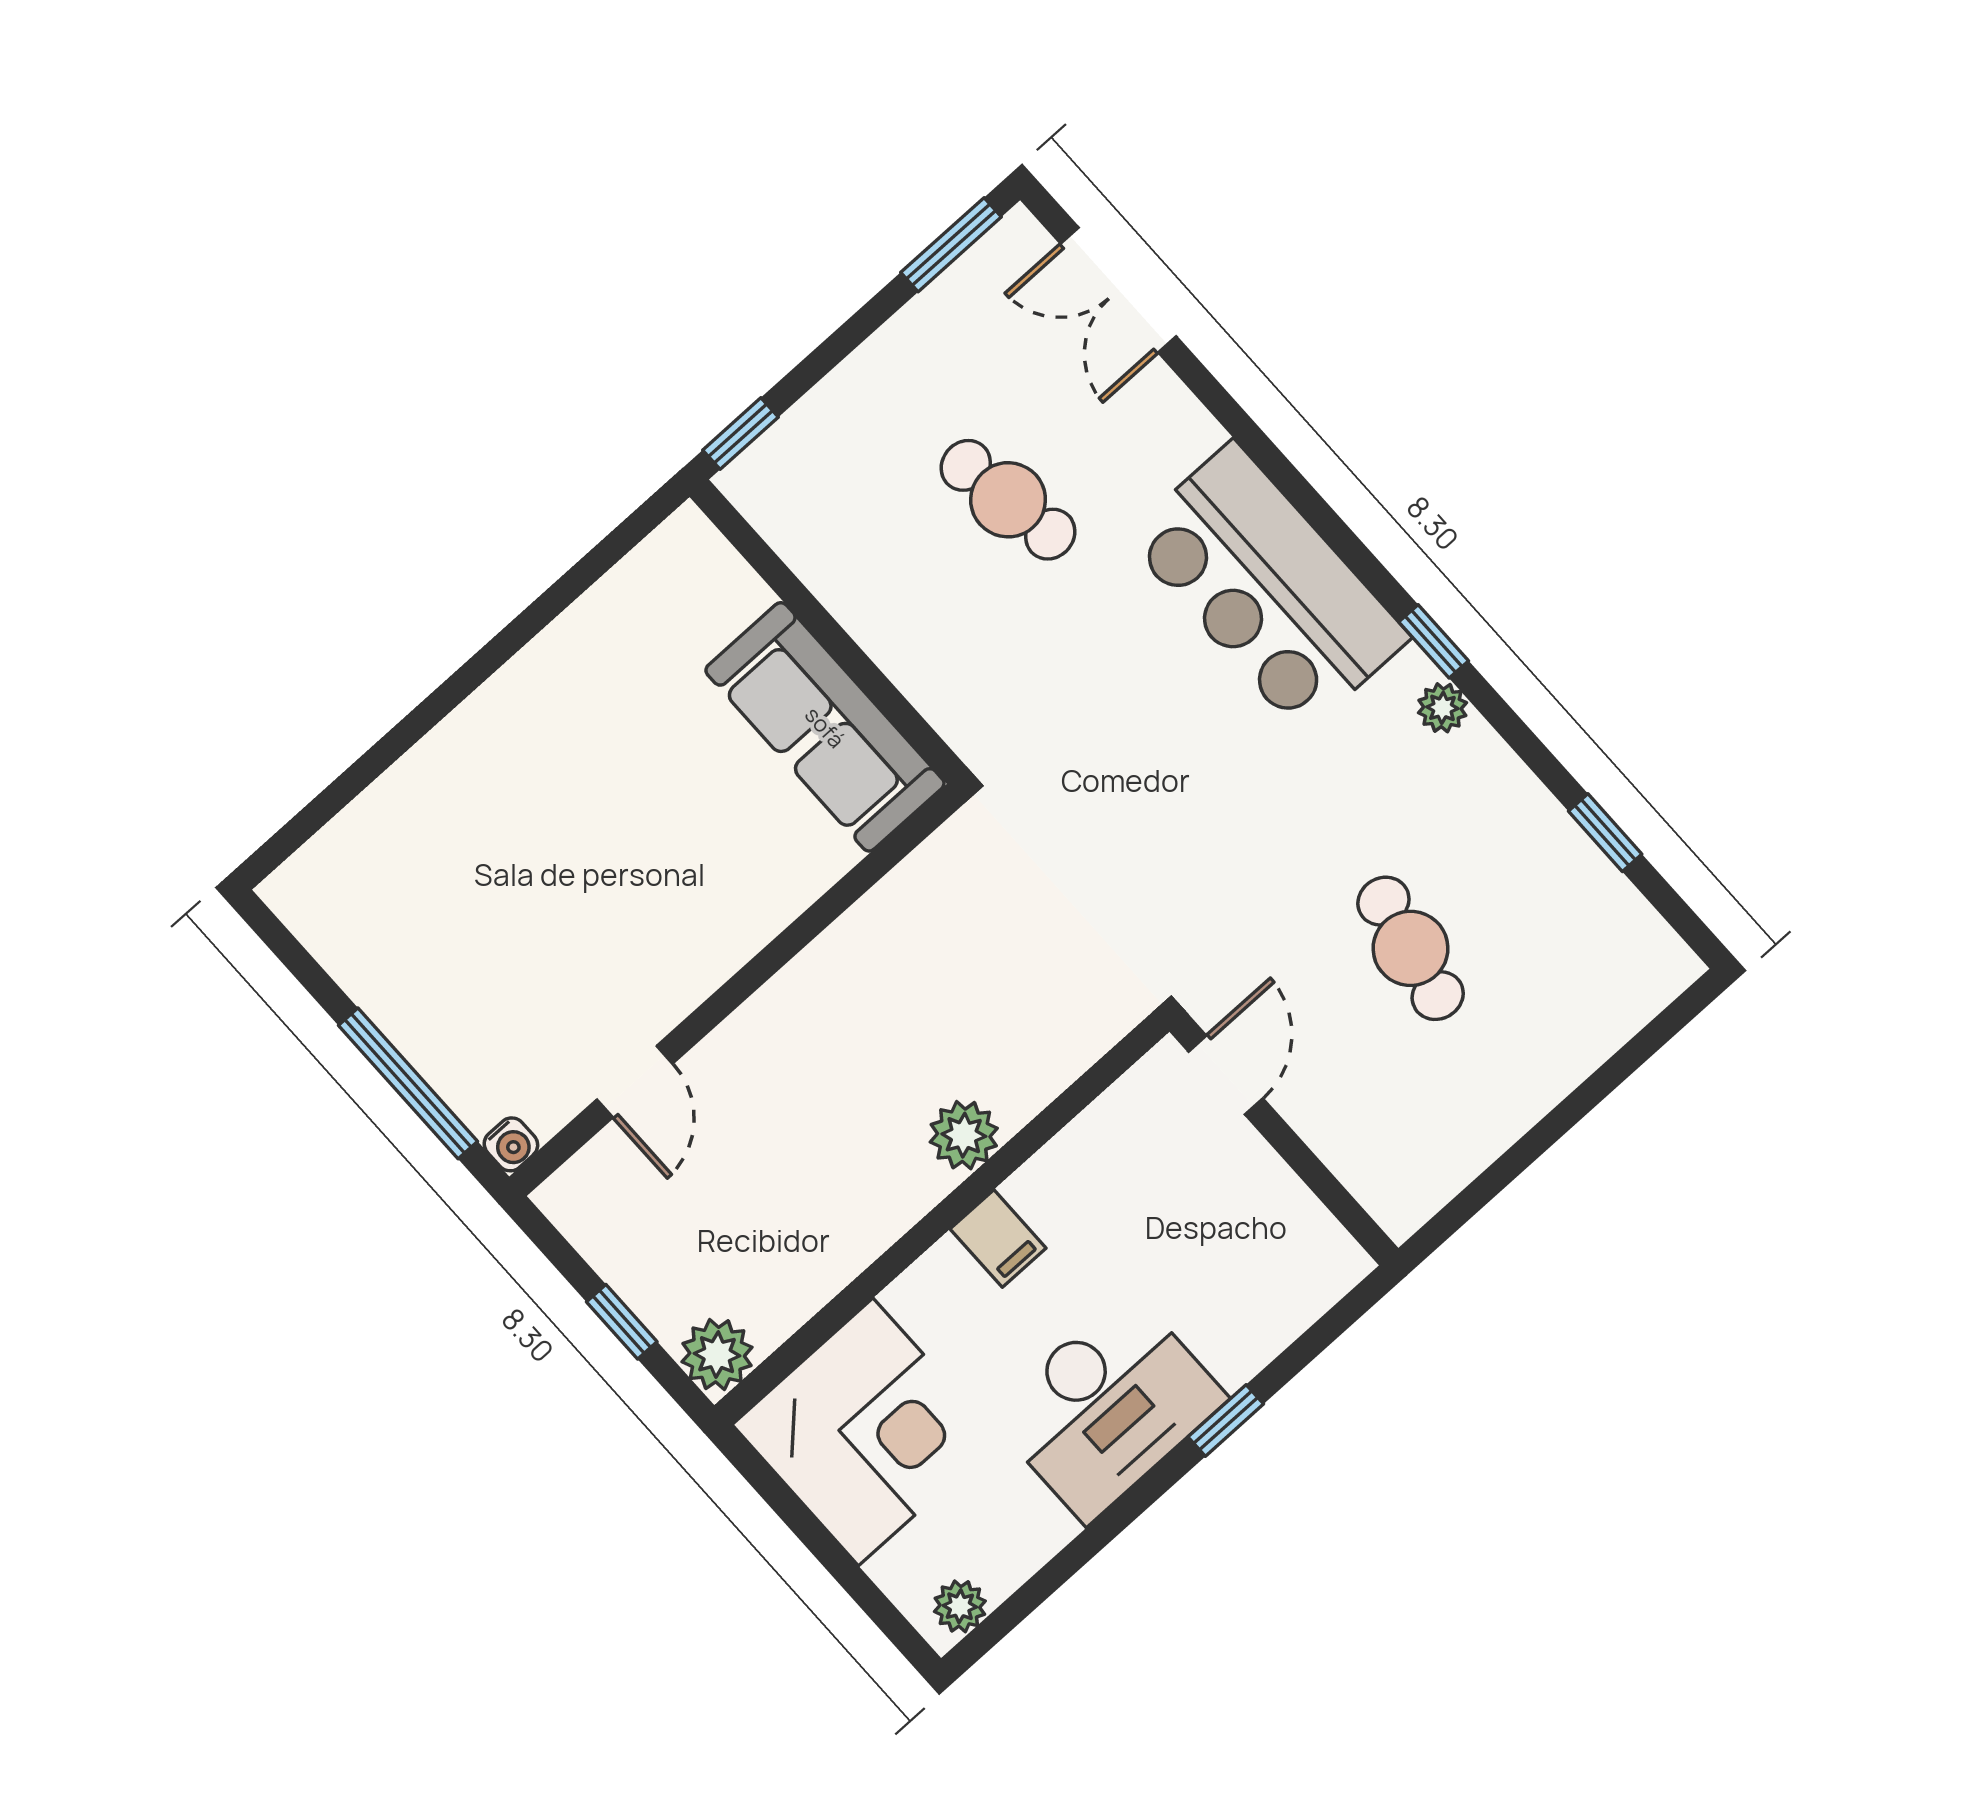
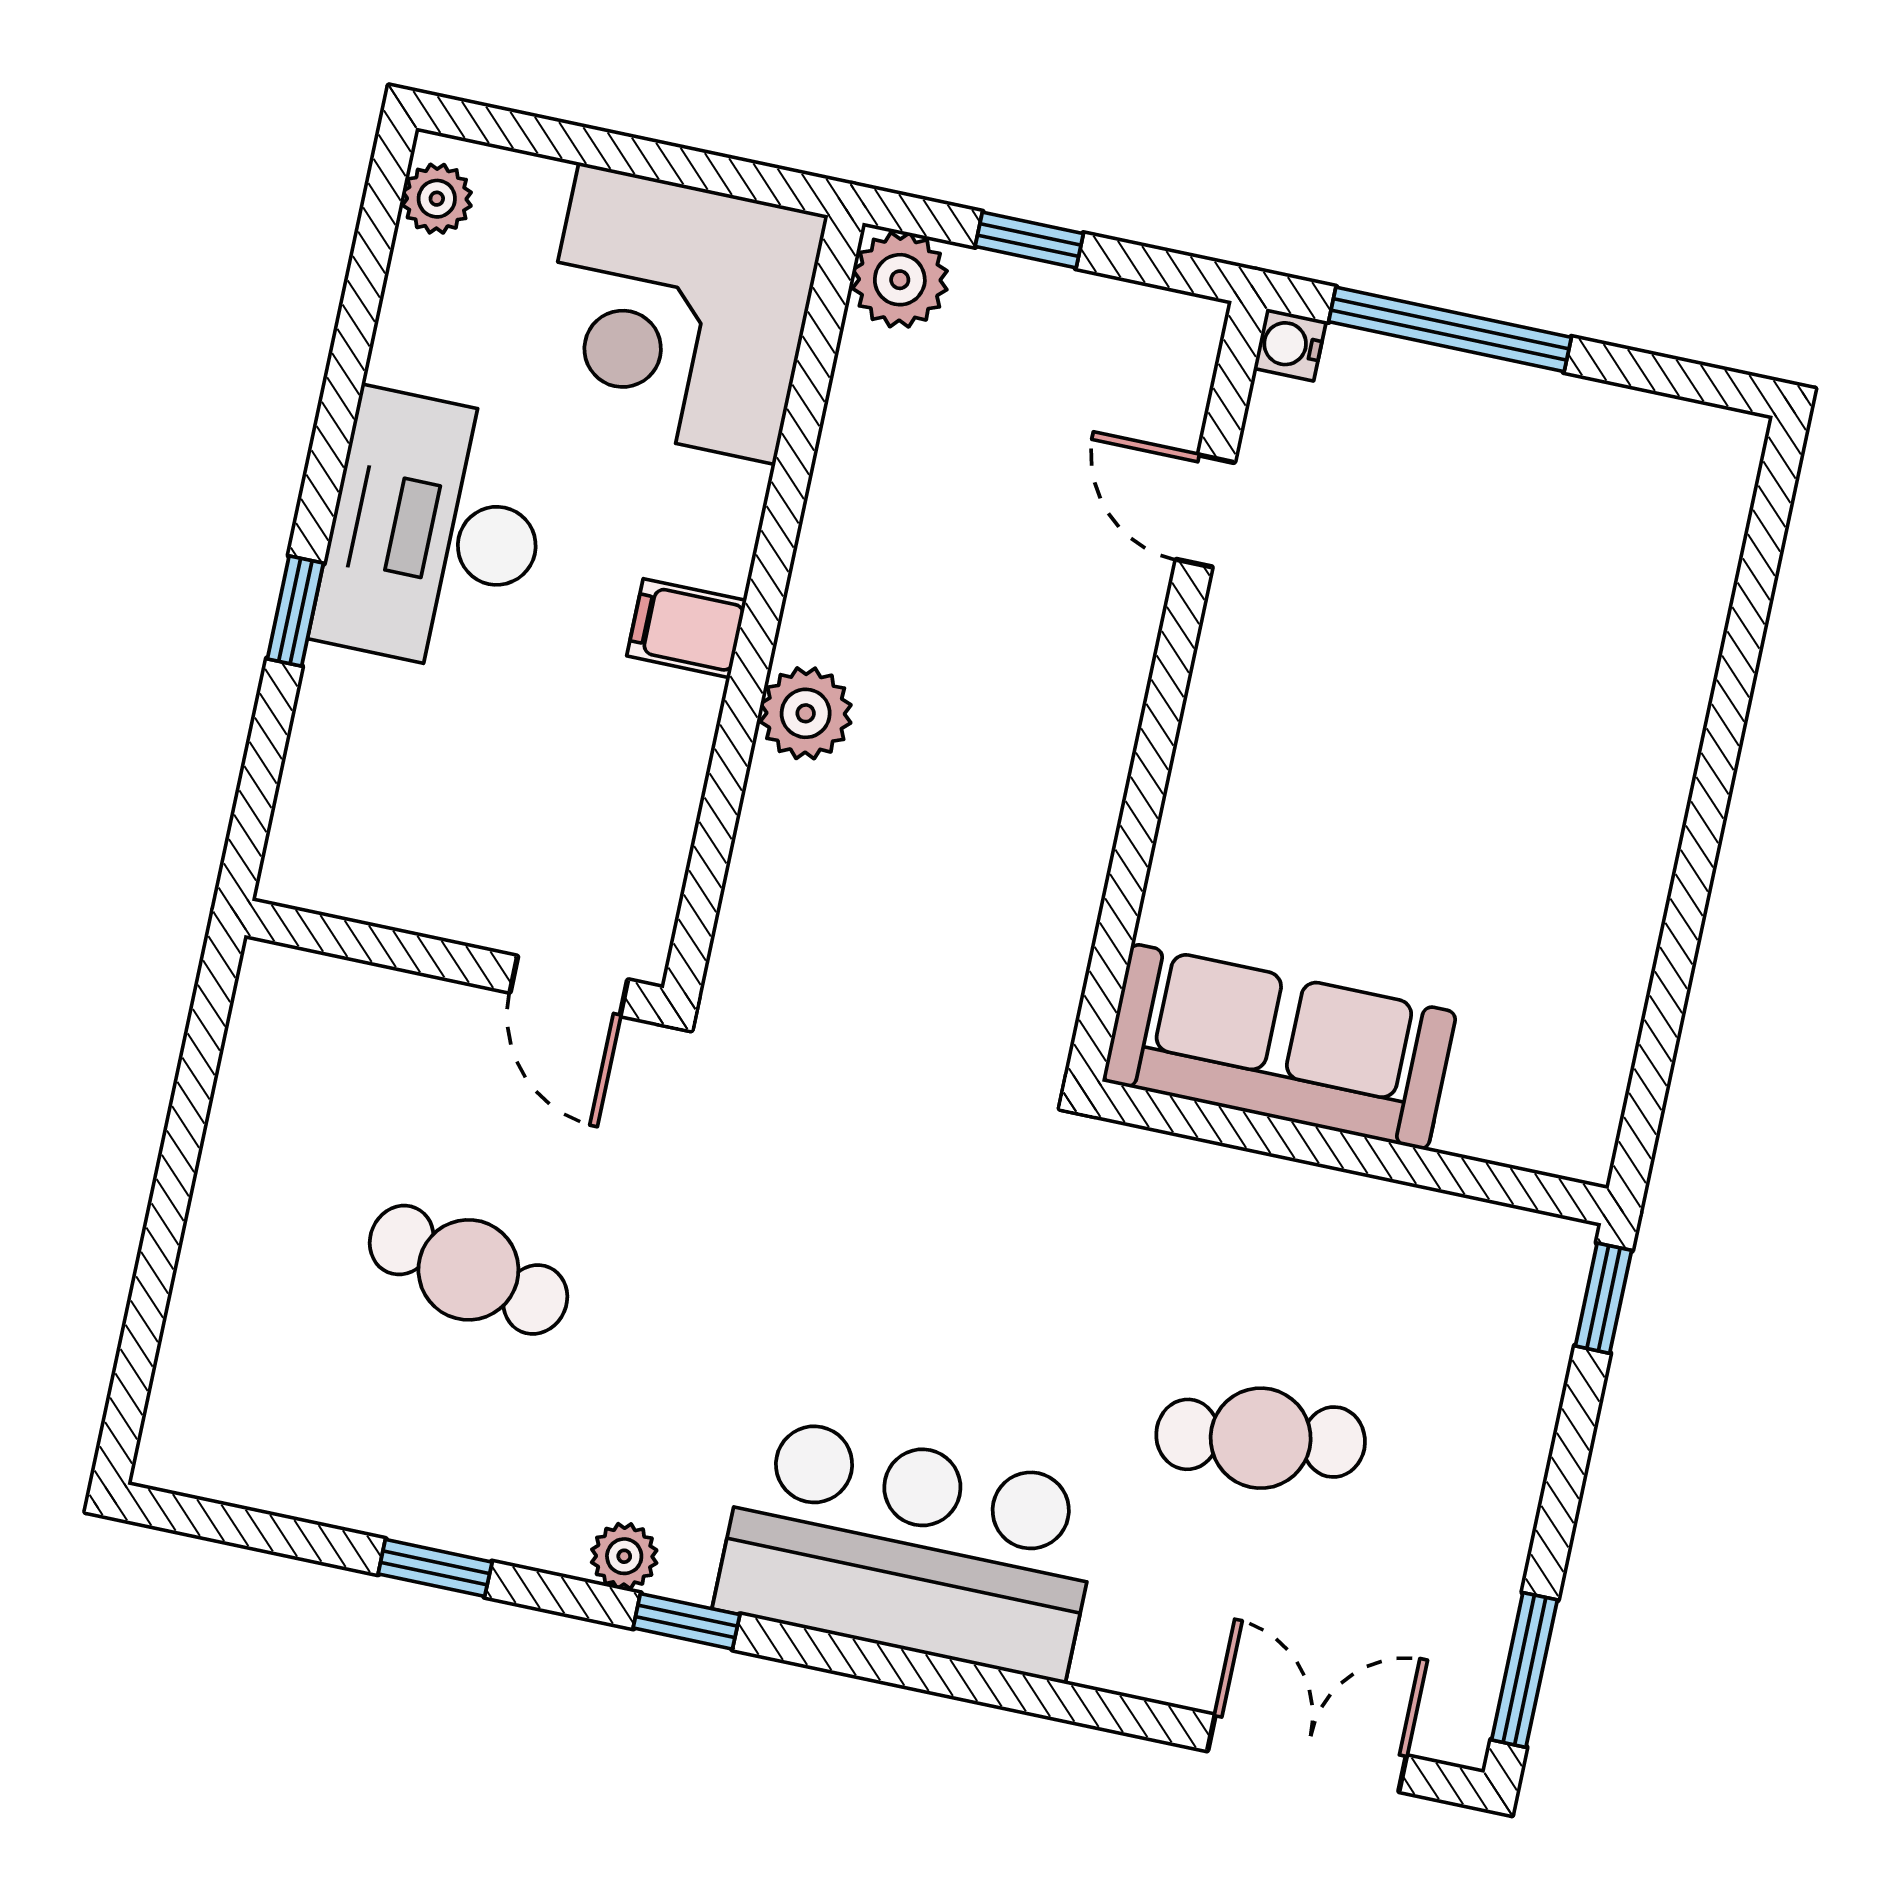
window: (1605, 833) -> (435, 1568), moved

